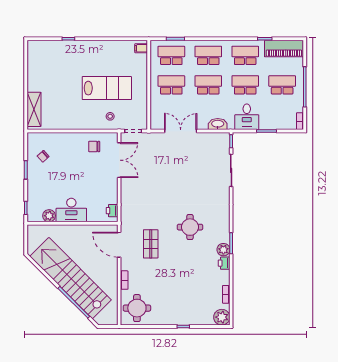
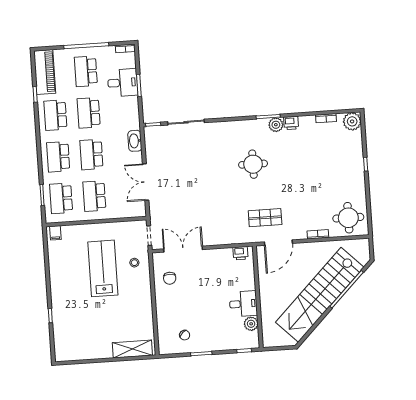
desk: (247, 117) -> (123, 83), moved
desk: (71, 210) -> (243, 304), width x0.73
shop shelf: (151, 244) -> (265, 218), moved

